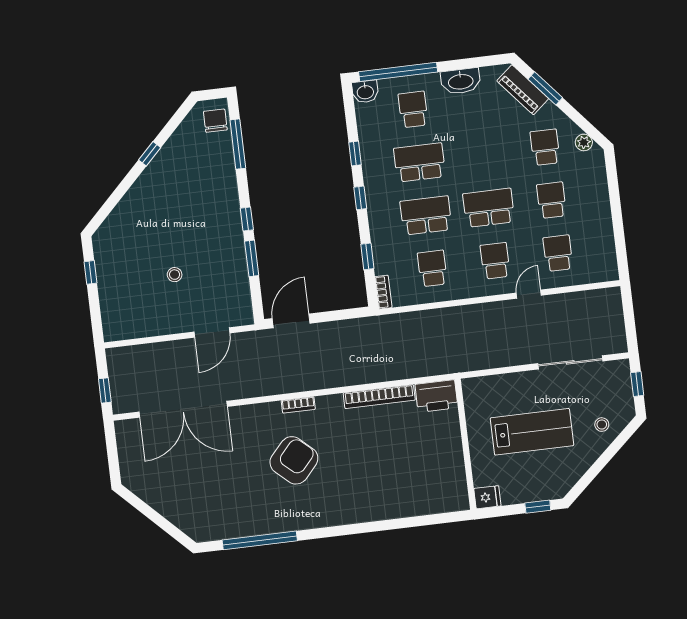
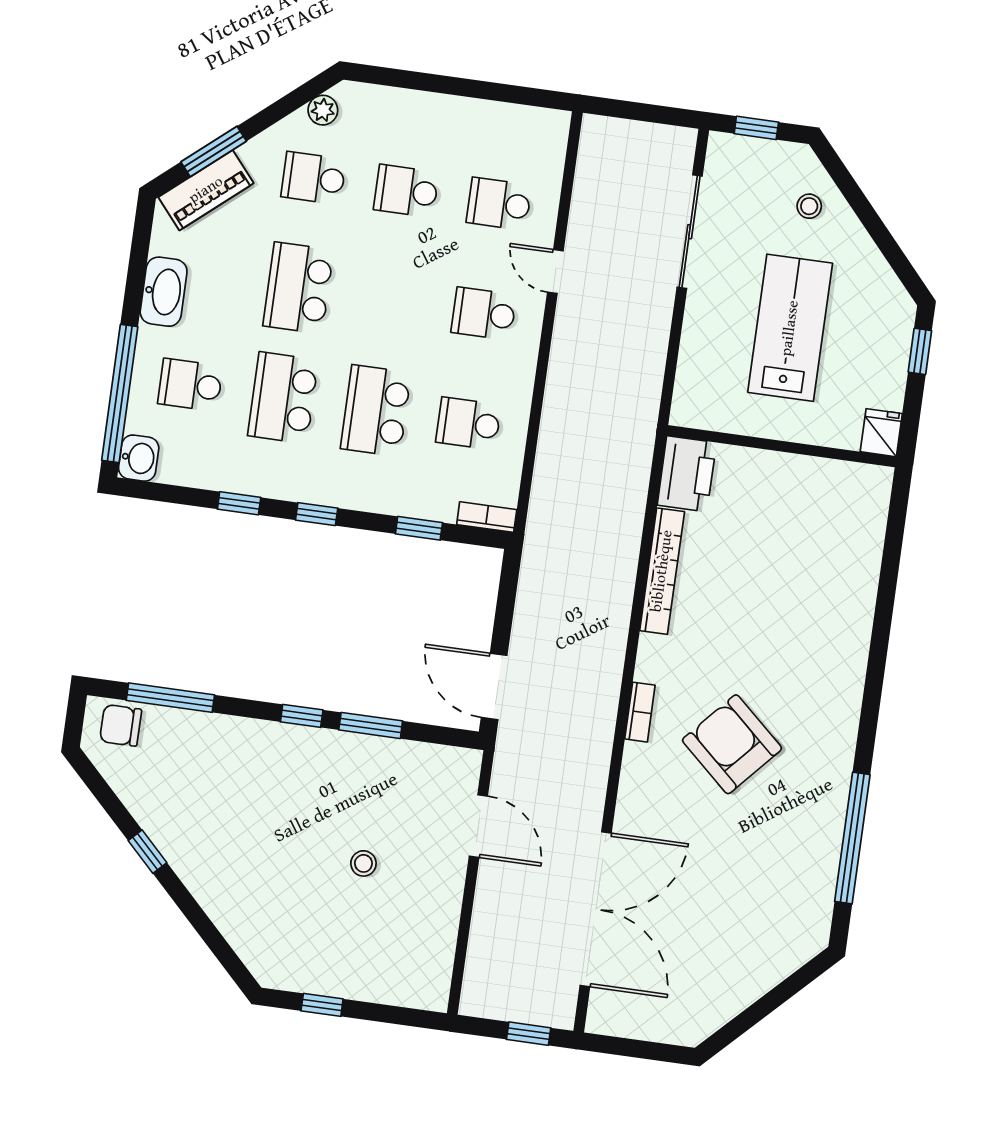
school desk: (489, 208) -> (298, 288), moved

